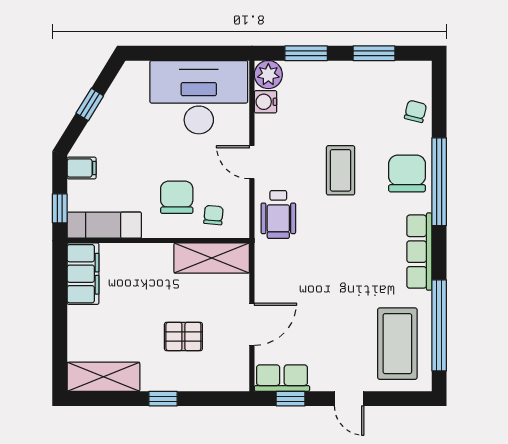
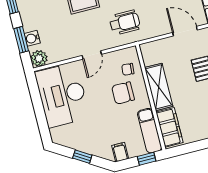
water cooler: (266, 102) -> (32, 38), moved, turned 90
wheelchair: (278, 215) -> (125, 22), moved
shelving: (212, 258) -> (159, 87), moved
filing cabinet: (83, 274) -> (169, 127), moved, turned 90

